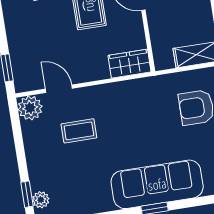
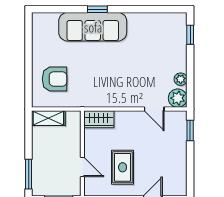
coffee table: (79, 131) -> (144, 75), removed
plant: (41, 200) -> (181, 79), moved

